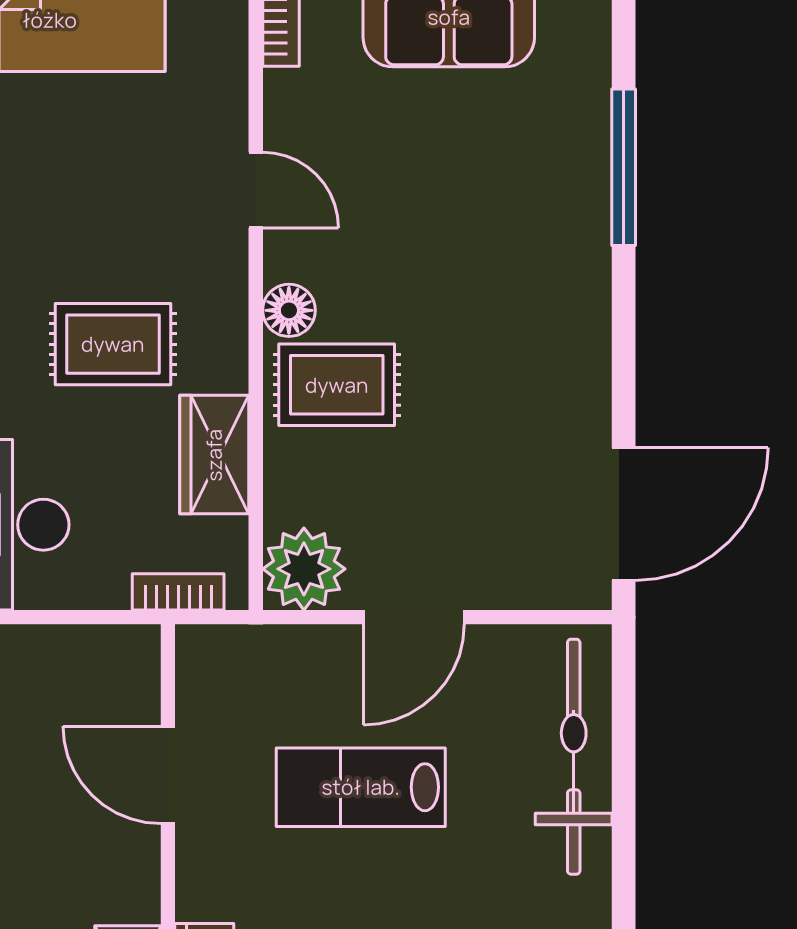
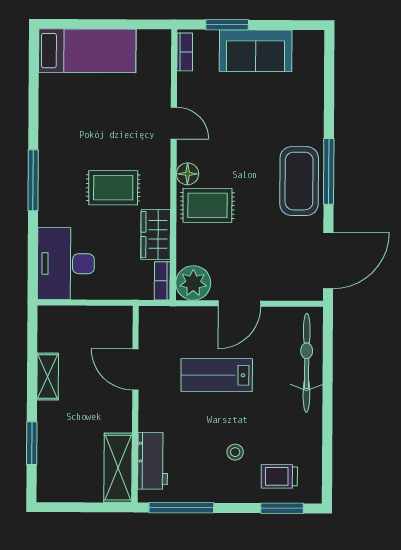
window: (624, 167) -> (329, 171), moved
coffee table: (554, 326) -> (299, 181), added
bookcase: (178, 592) -> (162, 281), moved, turned -90

